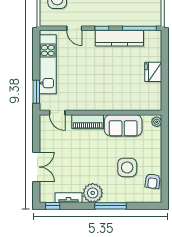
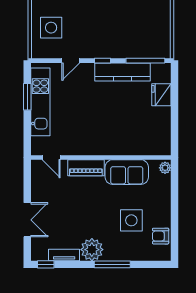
door: (74, 28) -> (71, 61), hinge flipped
fridge: (153, 72) -> (161, 95), moved
window: (36, 92) -> (27, 97), moved
armchair: (153, 181) -> (161, 236), turned 83

